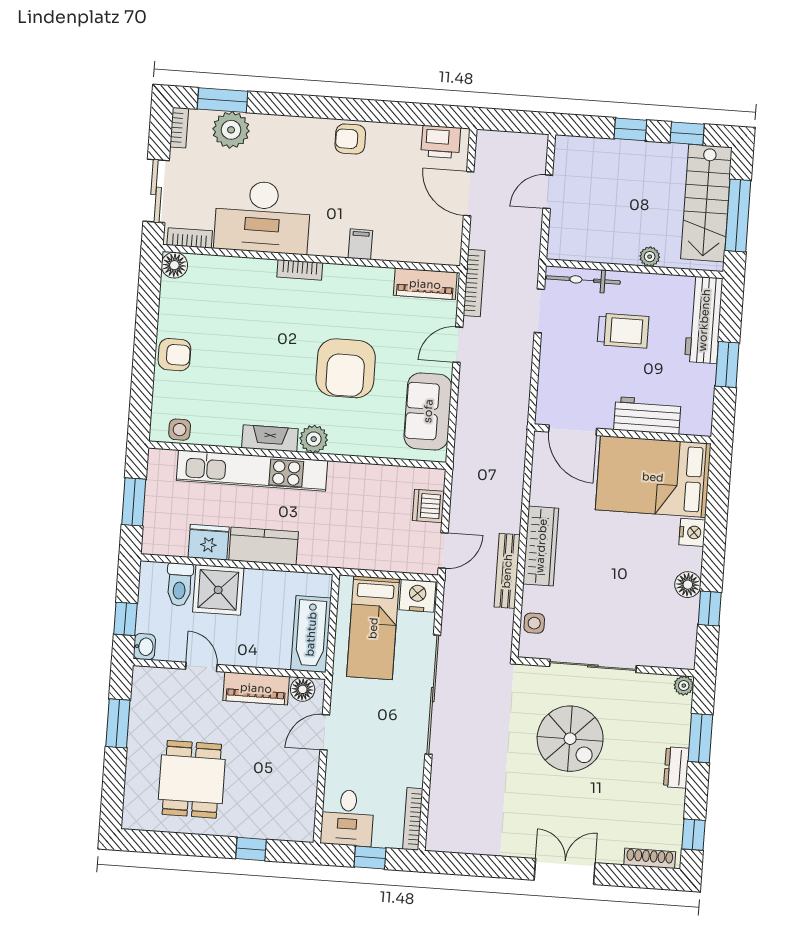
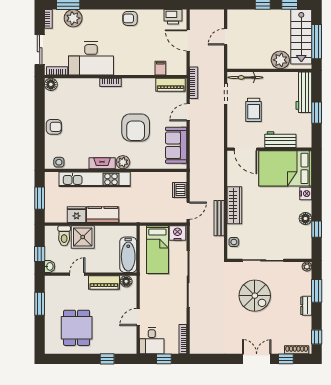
filing cabinet: (360, 244) -> (160, 68), moved
plant: (650, 257) -> (280, 60), width x1.88, depth x1.88
trolley: (623, 331) -> (254, 110), moved, turned 90
door: (201, 667) -> (77, 274), hinge flipped
door: (325, 732) -> (138, 317), moved
window: (626, 876) -> (286, 359), added

